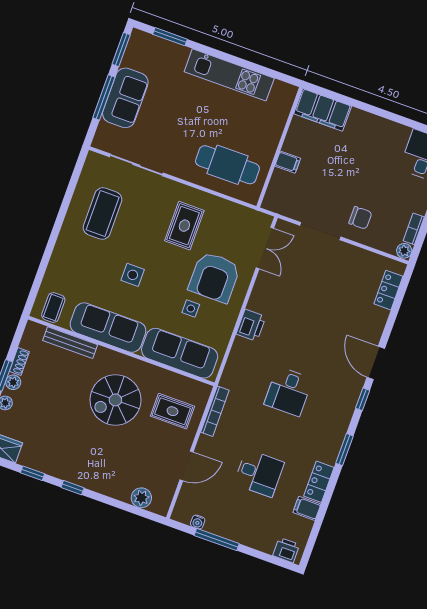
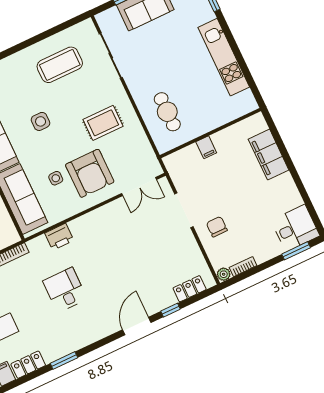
filing cabinet: (323, 110) -> (269, 155), moved
cafe table: (227, 165) -> (167, 112), width x0.73, depth x0.74
chair: (360, 218) -> (217, 227), turned 180
armchair: (214, 277) -> (90, 173), turned -90
printer: (251, 325) -> (59, 237), moved
desk: (288, 391) -> (65, 290), turned 90
window: (363, 399) -> (170, 310), moved

